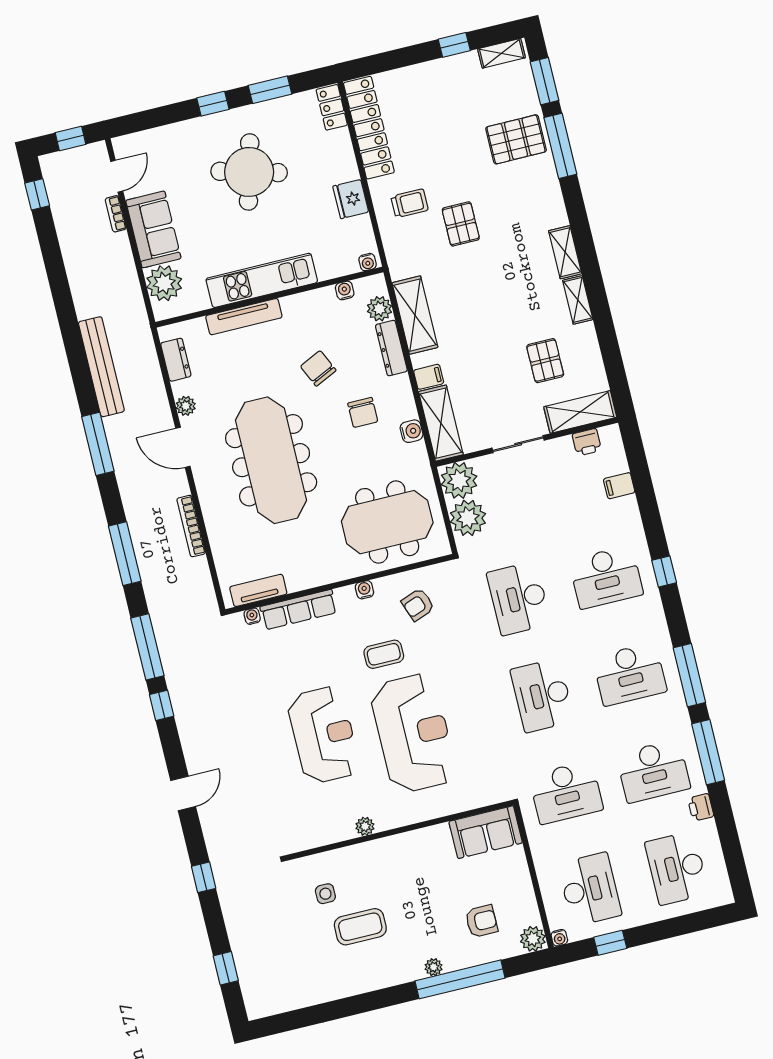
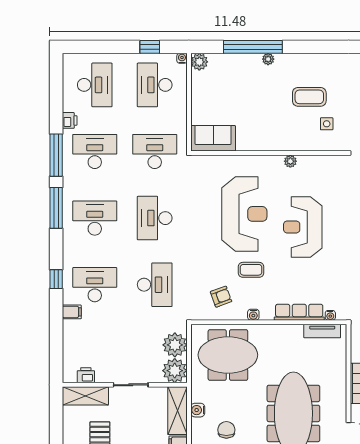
filing cabinet: (619, 486) -> (72, 312), moved
desk: (542, 695) -> (155, 218), turned 180
reception desk: (413, 733) -> (244, 214), turned 180
armchair: (481, 921) -> (230, 81), removed

